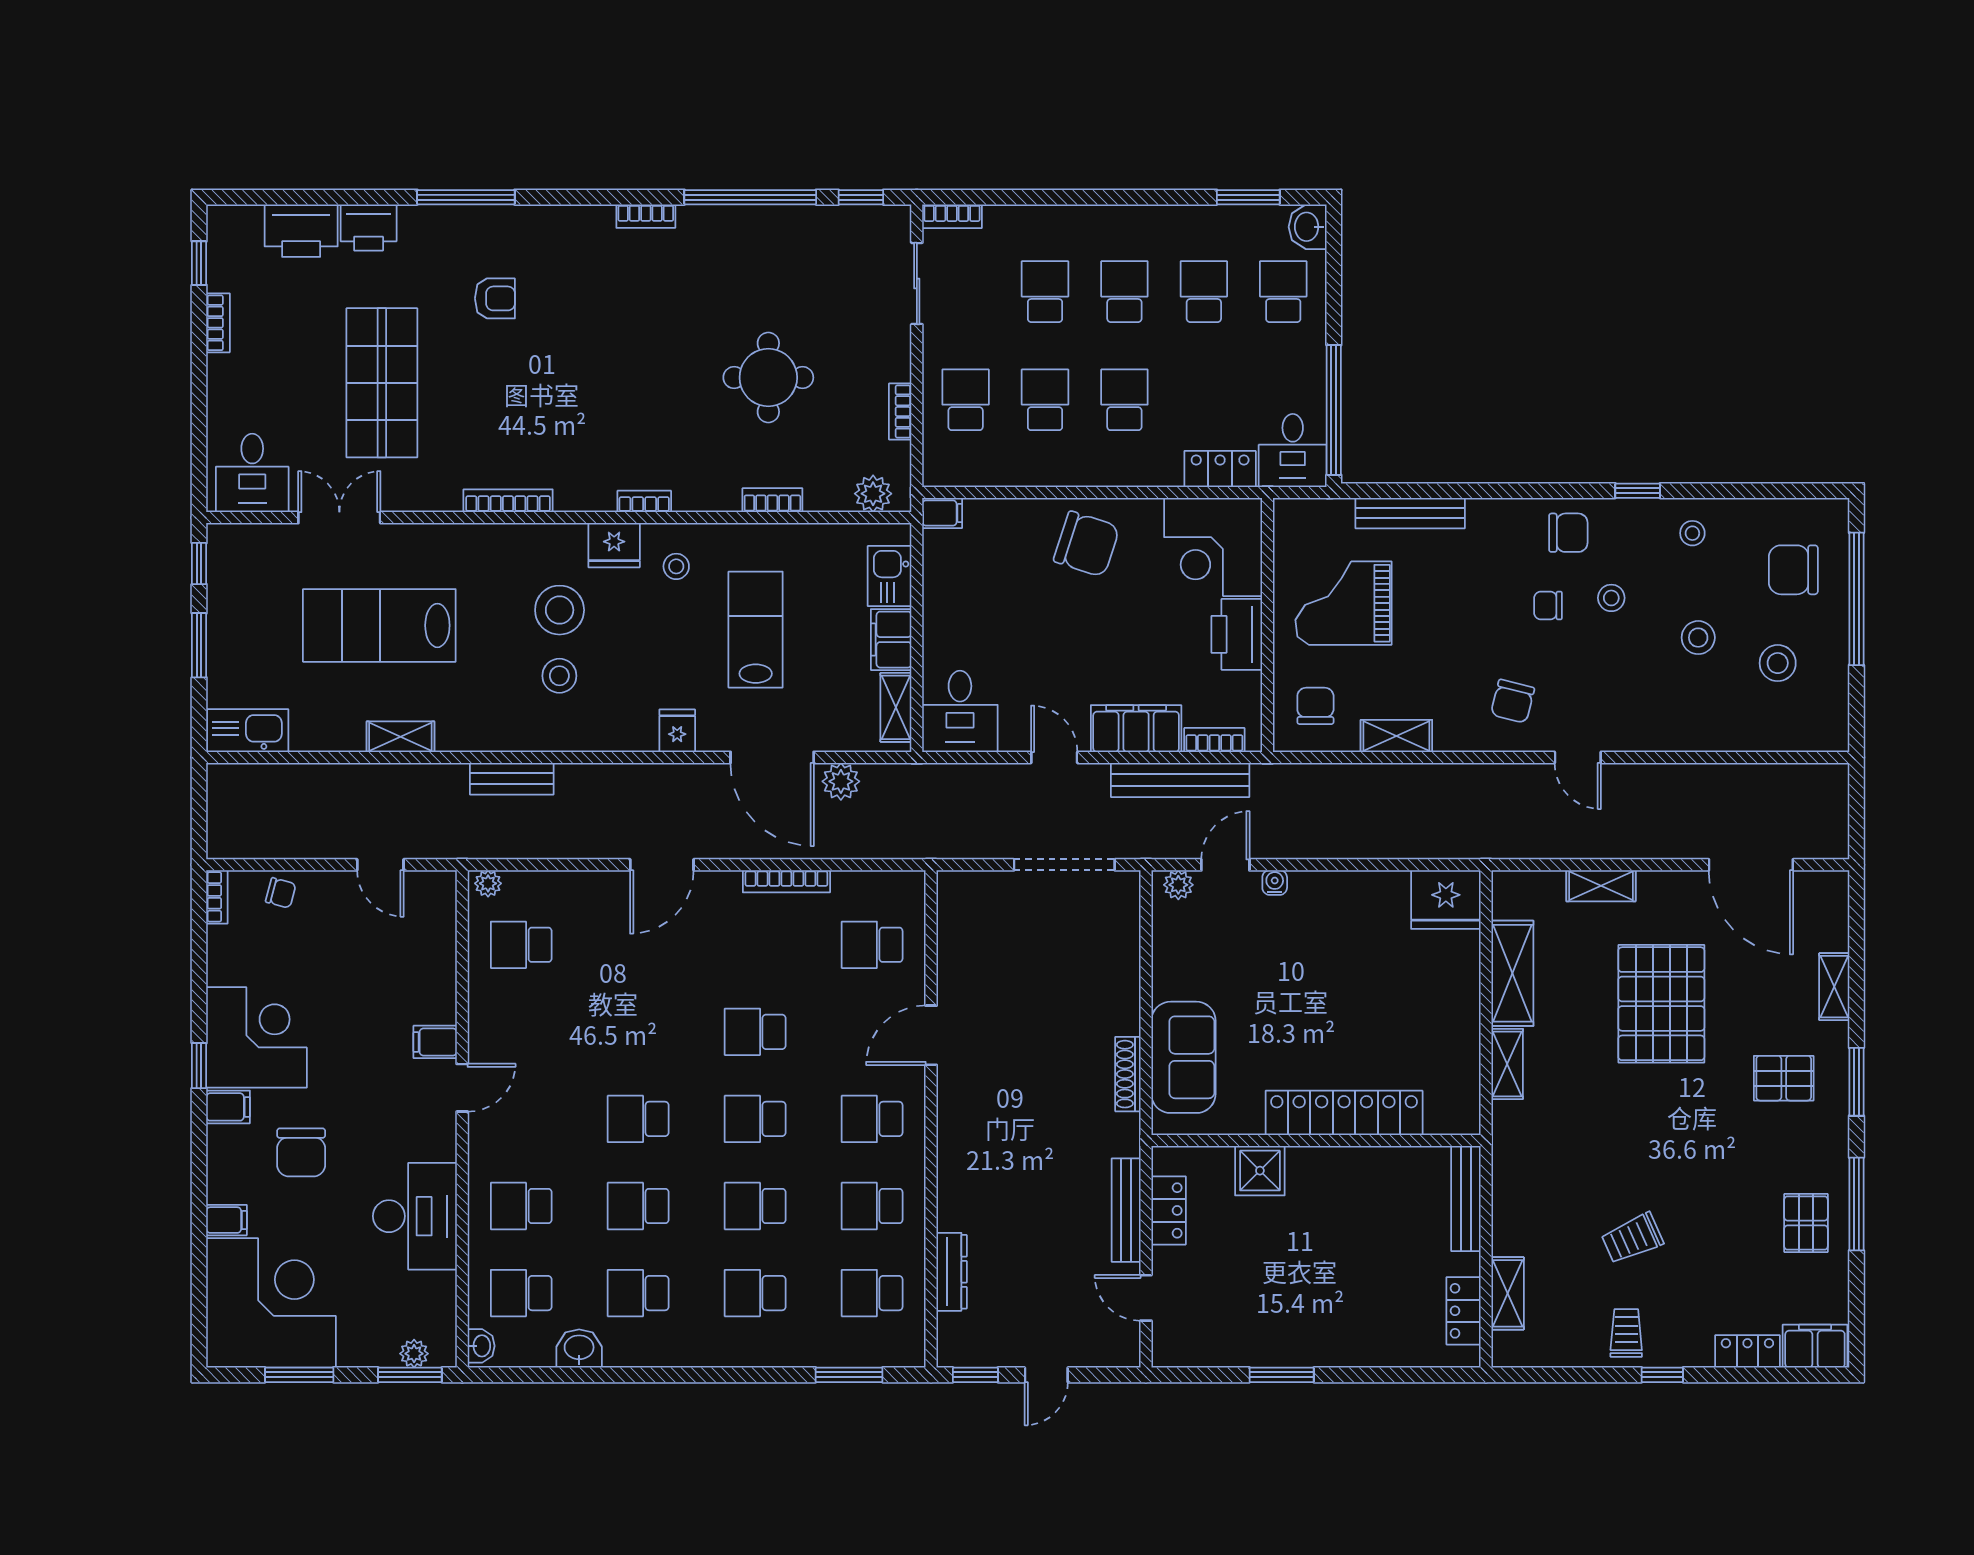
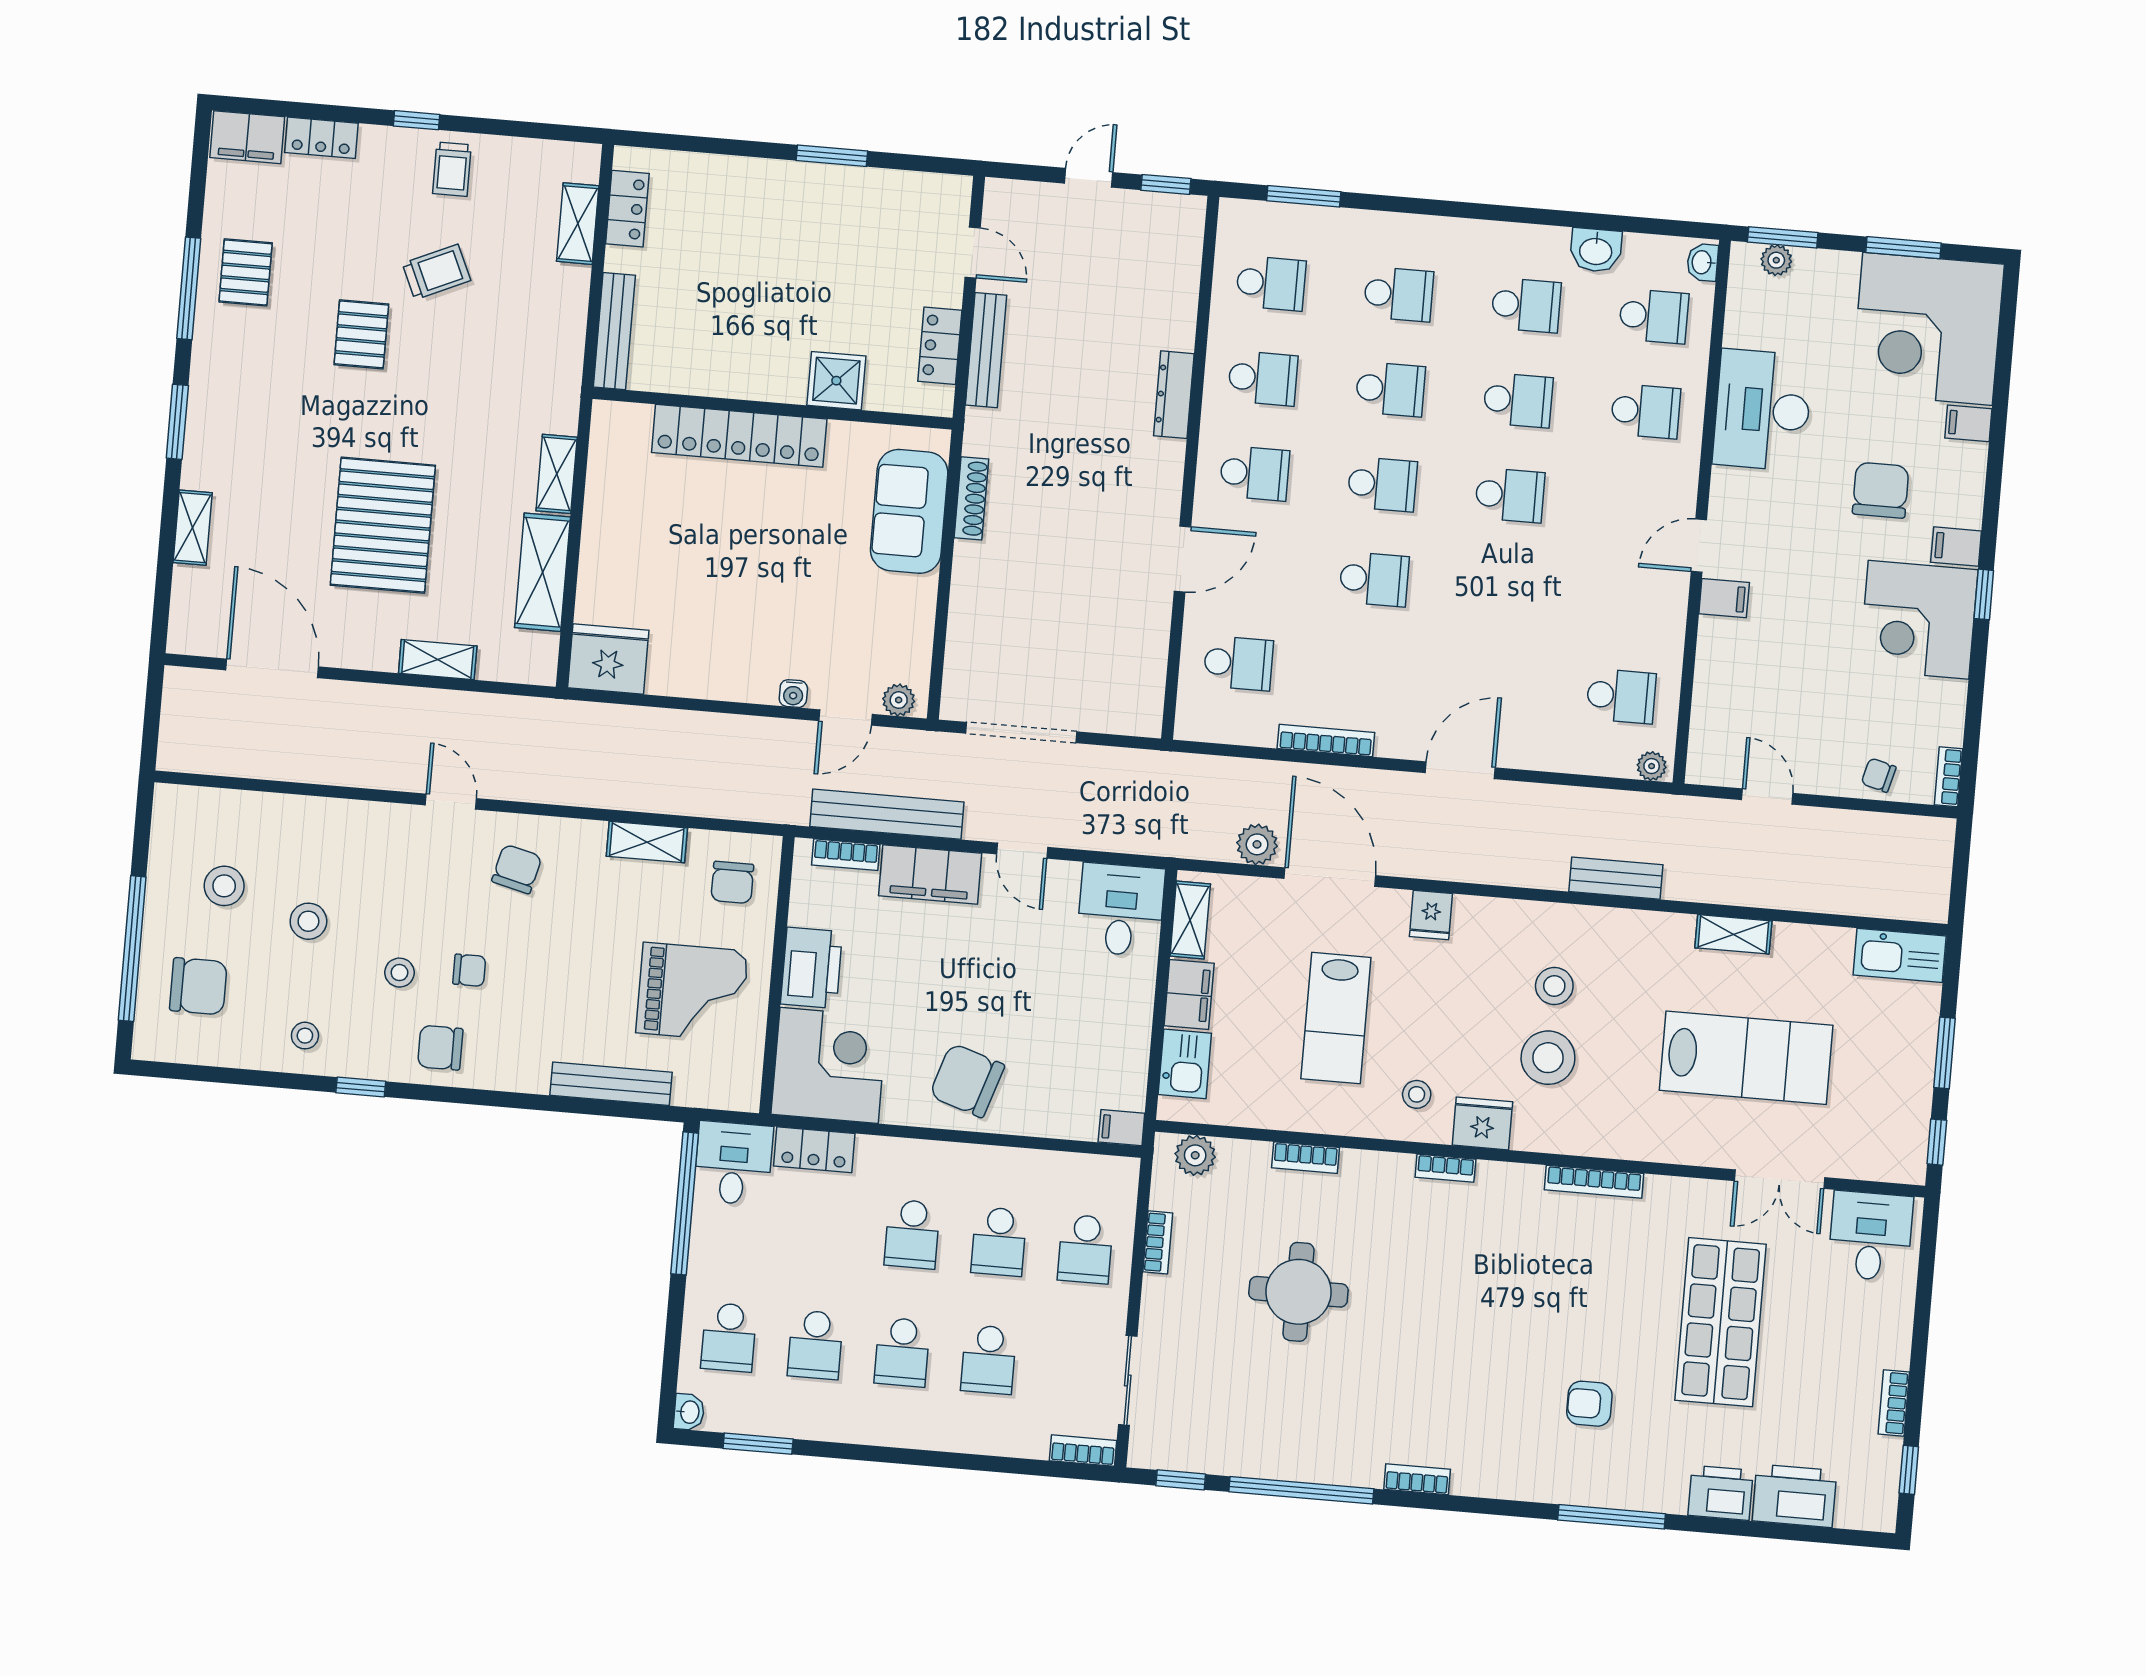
washbasin: (1308, 227) -> (689, 1412), width x0.72, depth x0.69
pallet: (1784, 1078) -> (361, 334), moved, turned 90
dresser: (952, 1272) -> (1174, 395), moved

